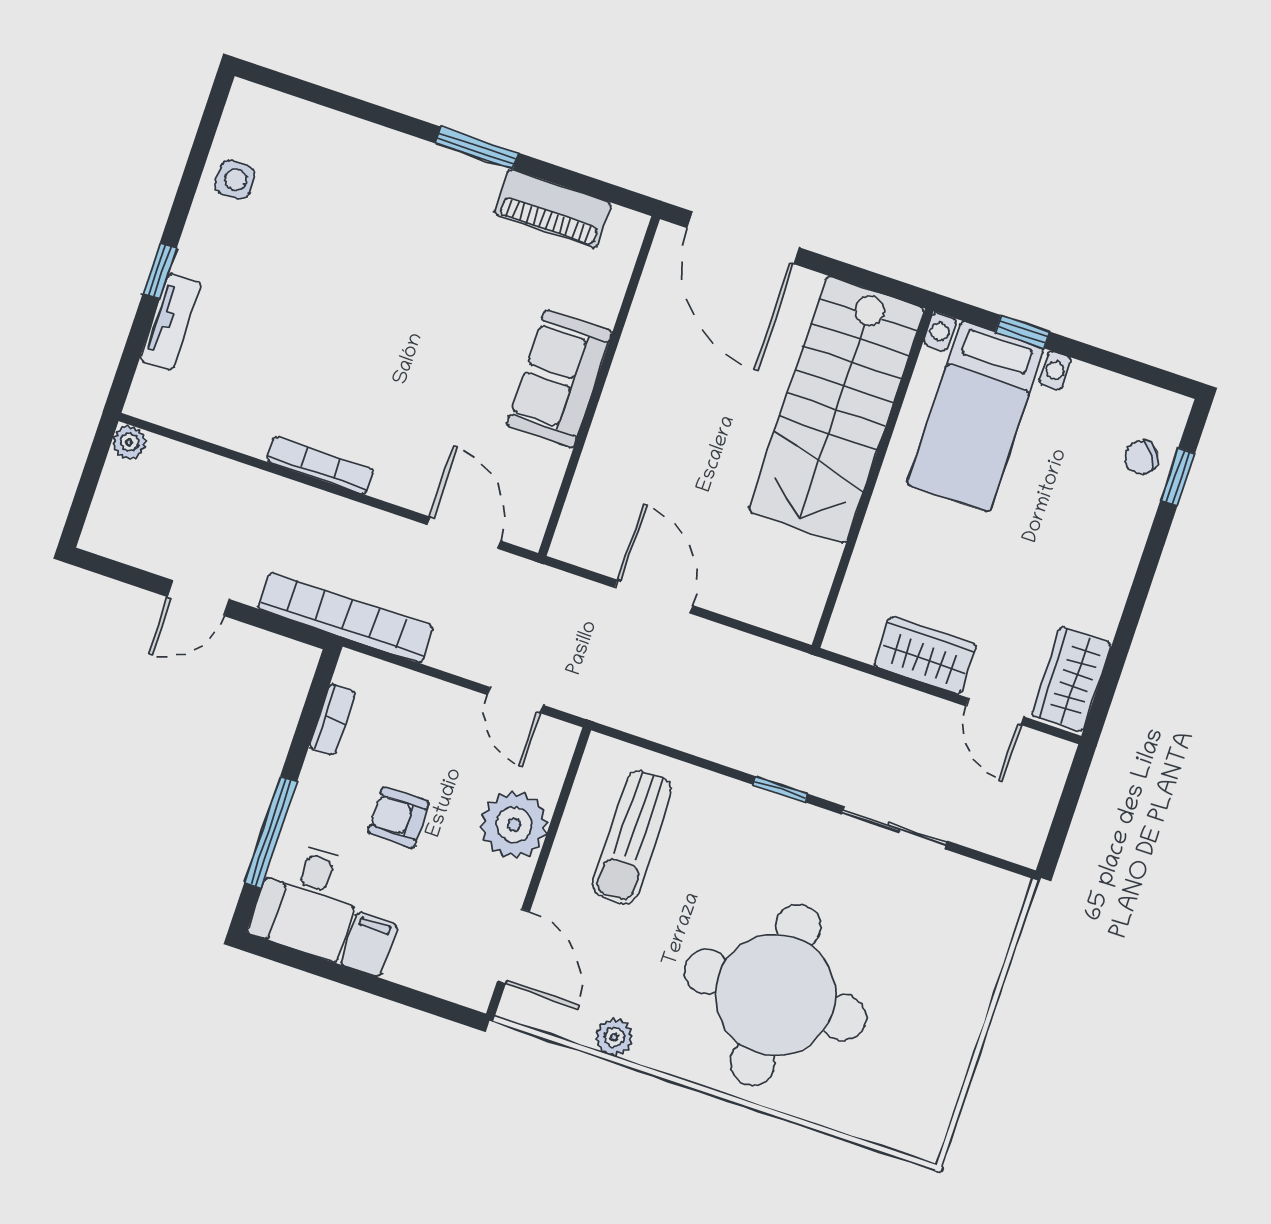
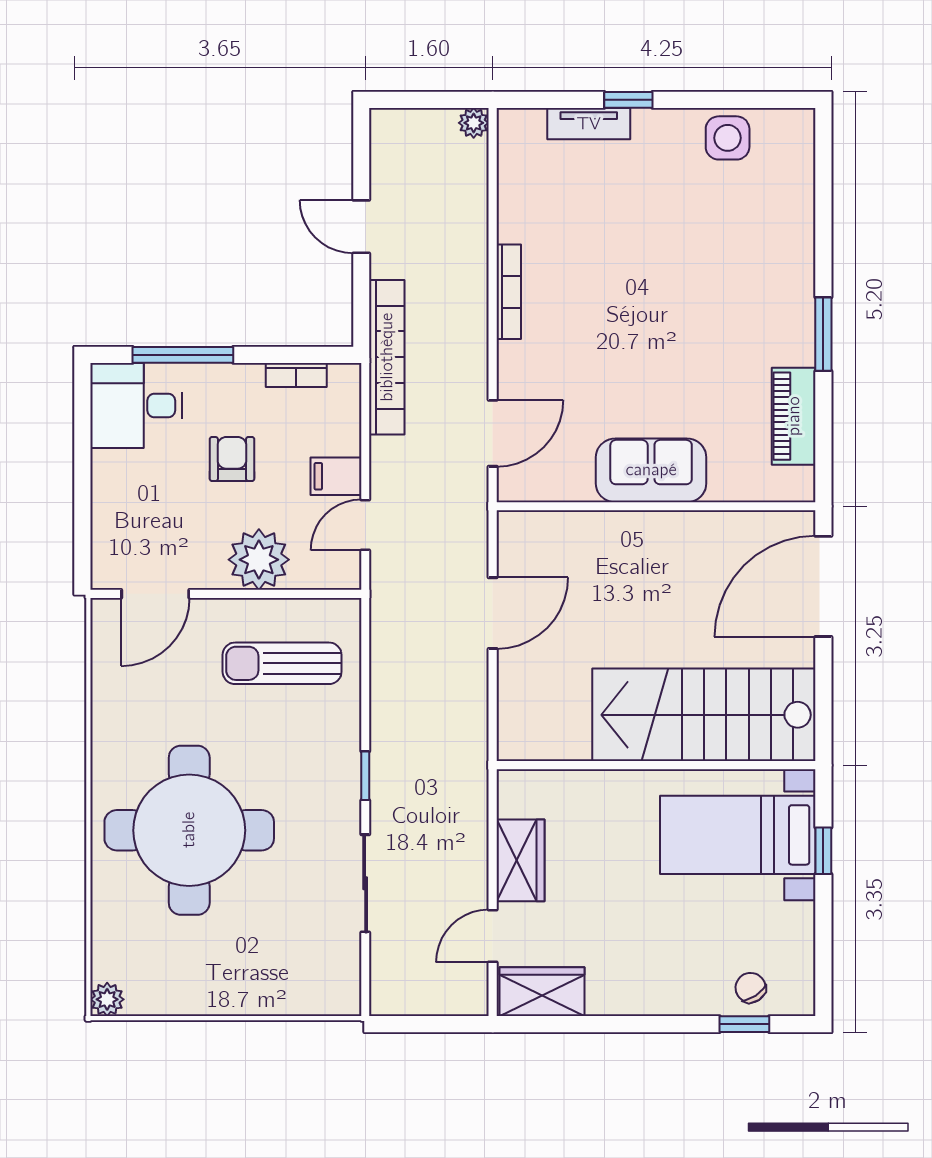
side table: (235, 180) -> (728, 138), width x1.37, depth x1.37
filing cabinet: (369, 944) -> (336, 476), moved, turned 180
plant: (614, 1037) -> (107, 999), moved

